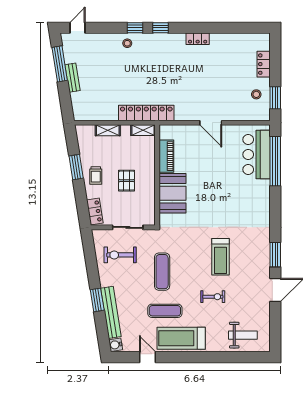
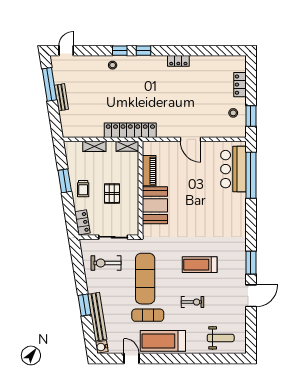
treadmill: (220, 257) -> (200, 265), turned 90
exercise mat: (162, 272) -> (145, 279), width x1.36, depth x1.45

